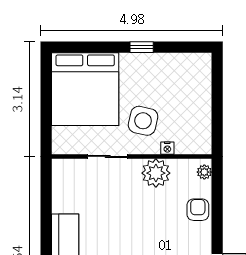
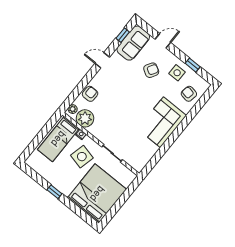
bed: (191, 119) -> (58, 139), added
plant: (156, 173) -> (85, 118), moved
armchair: (198, 210) -> (90, 94), turned 180

